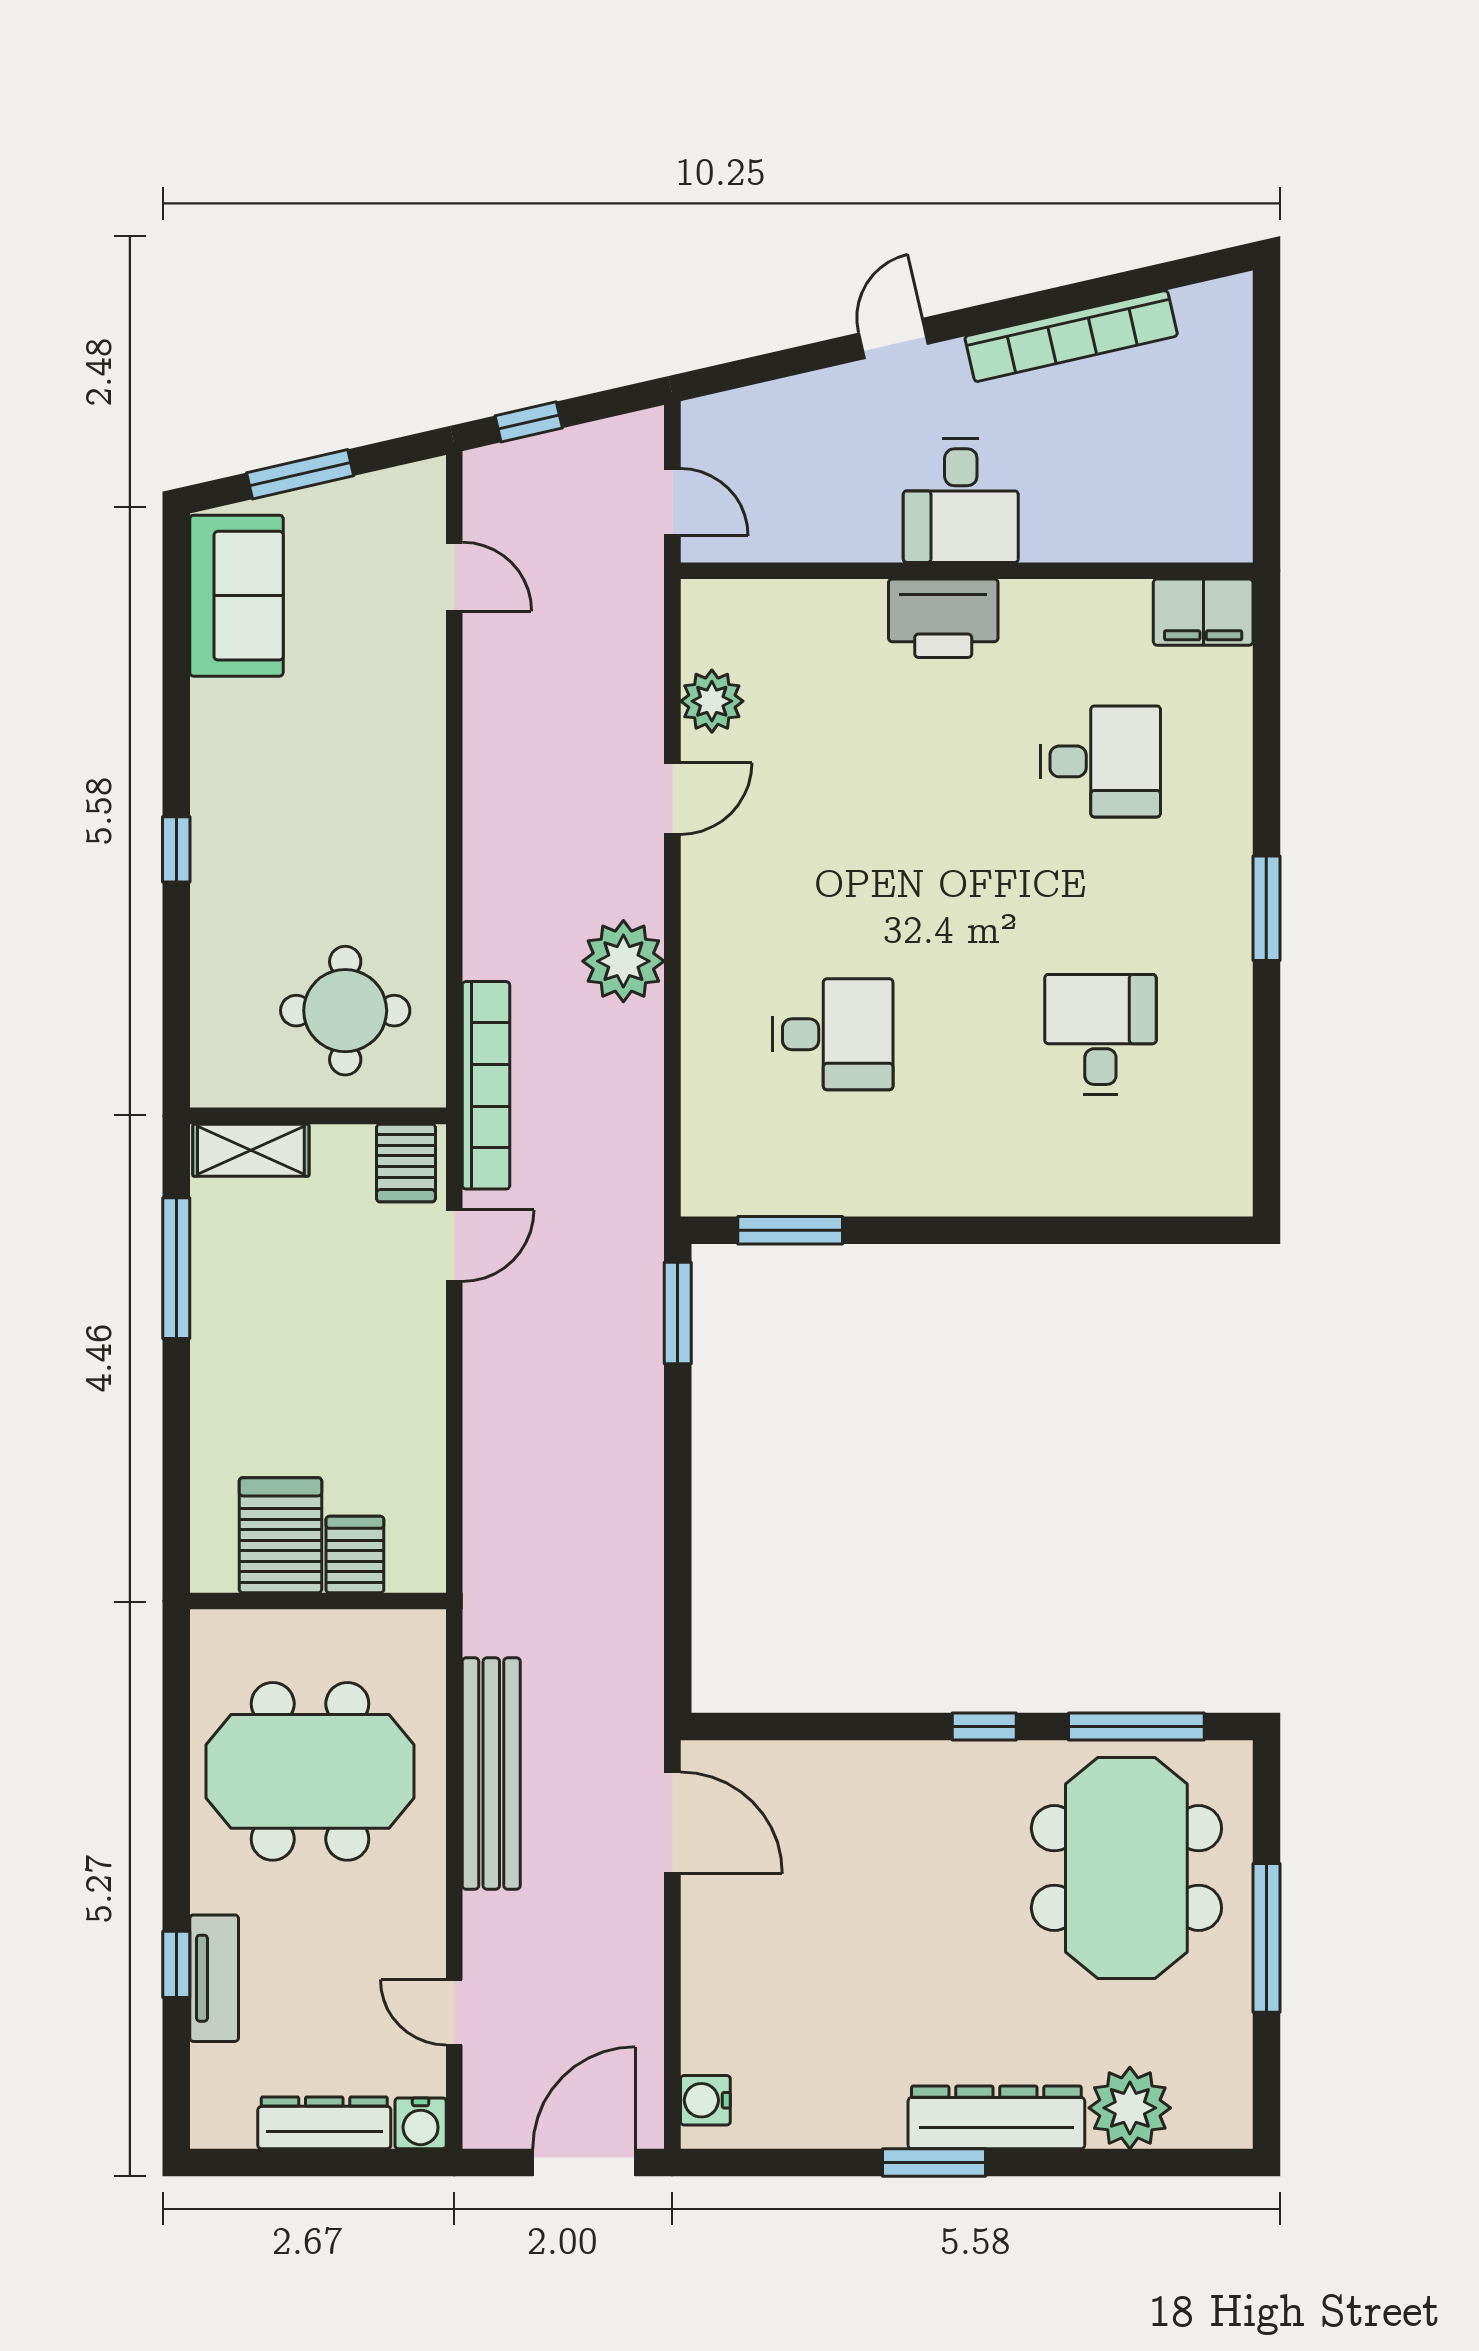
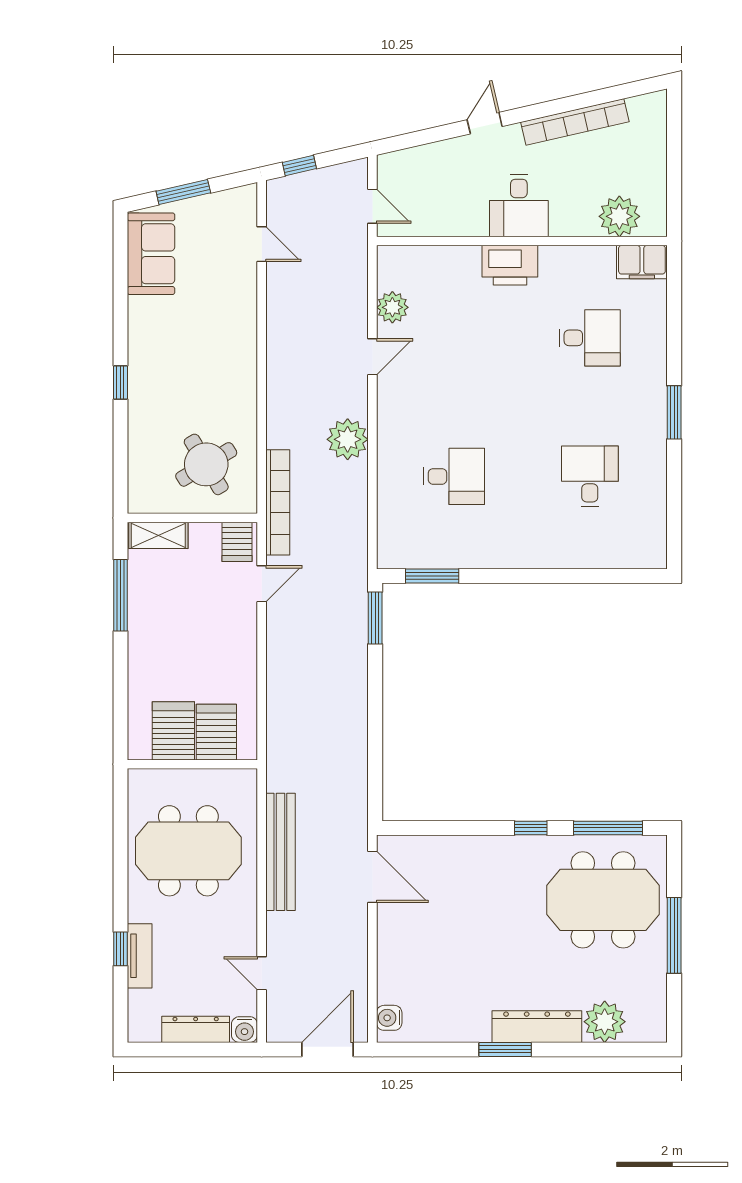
plant: (1159, 522) -> (619, 216), added
round table: (345, 1011) -> (206, 464), turned -31
server rack: (355, 1555) -> (216, 732), width x1.36, depth x1.44
meeting table: (1126, 1868) -> (603, 900), turned 90

